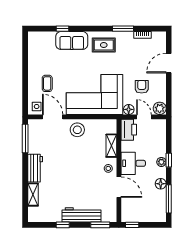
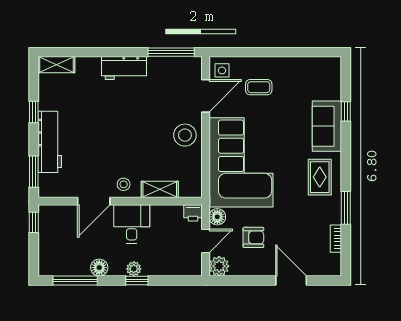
printer: (129, 130) -> (193, 213), width x0.53, depth x0.68
shelving: (33, 195) -> (56, 65), moved

